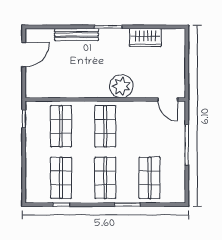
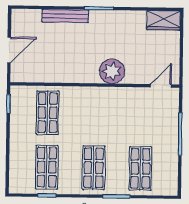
wardrobe: (145, 37) -> (164, 20), moved
door: (24, 55) -> (9, 50), moved
door: (168, 99) -> (161, 86), swing flipped
shop shelf: (105, 126) -> (94, 113), removed

